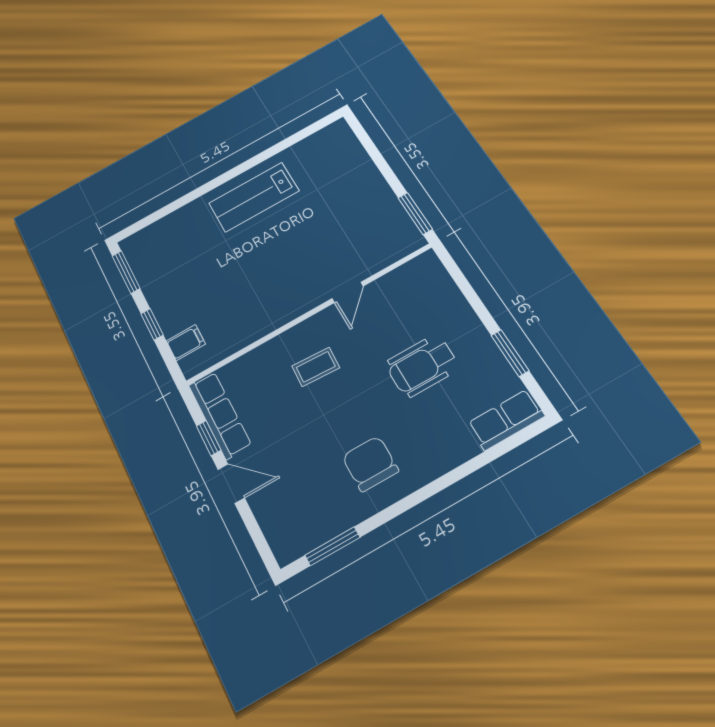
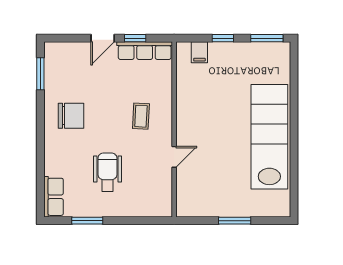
lab bench: (254, 197) -> (269, 137), width x1.86, depth x1.39
window: (415, 213) -> (235, 221), moved
door: (348, 292) -> (174, 157), swing flipped

